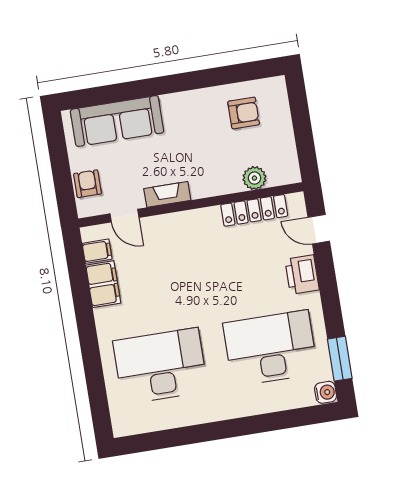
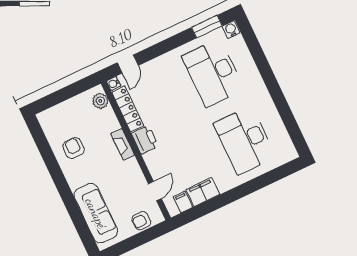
armchair: (244, 113) -> (74, 148), moved
plant: (254, 178) -> (100, 101), moved
fireplace: (167, 194) -> (123, 144), moved
water cooler: (297, 201) -> (114, 83), added
printer: (302, 275) -> (145, 140), moved, turned -90

